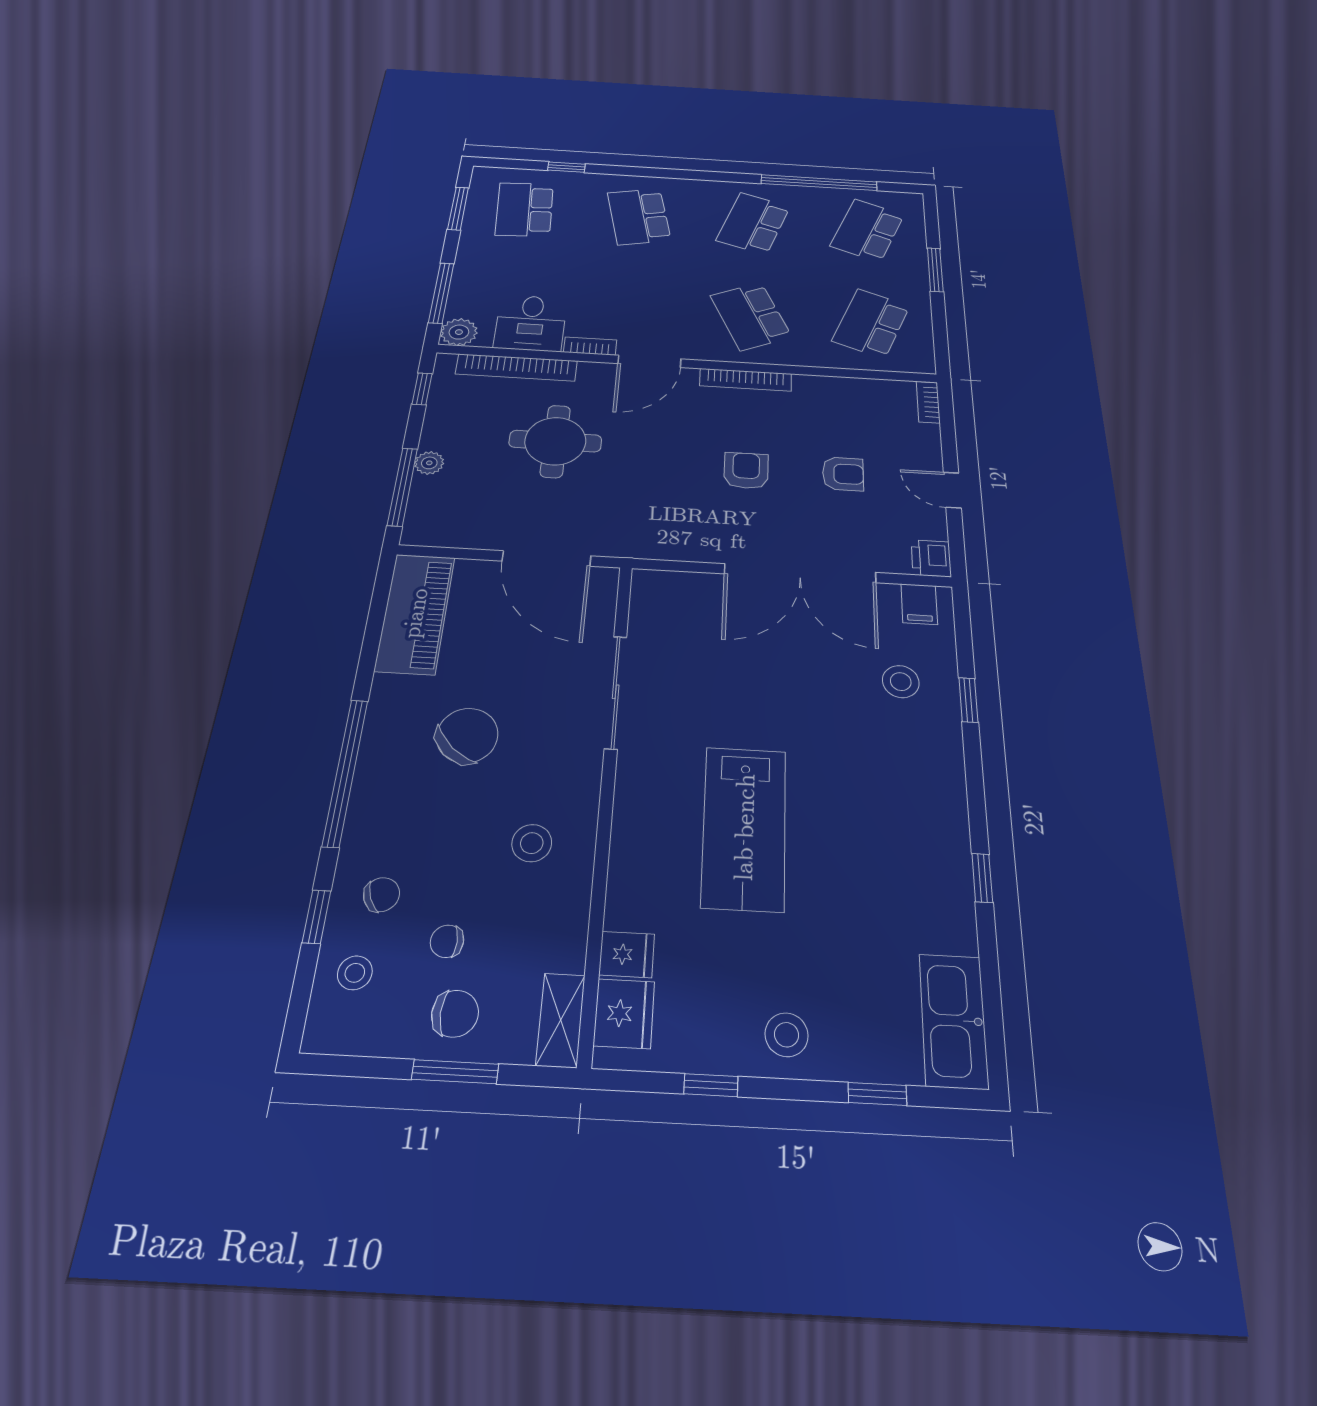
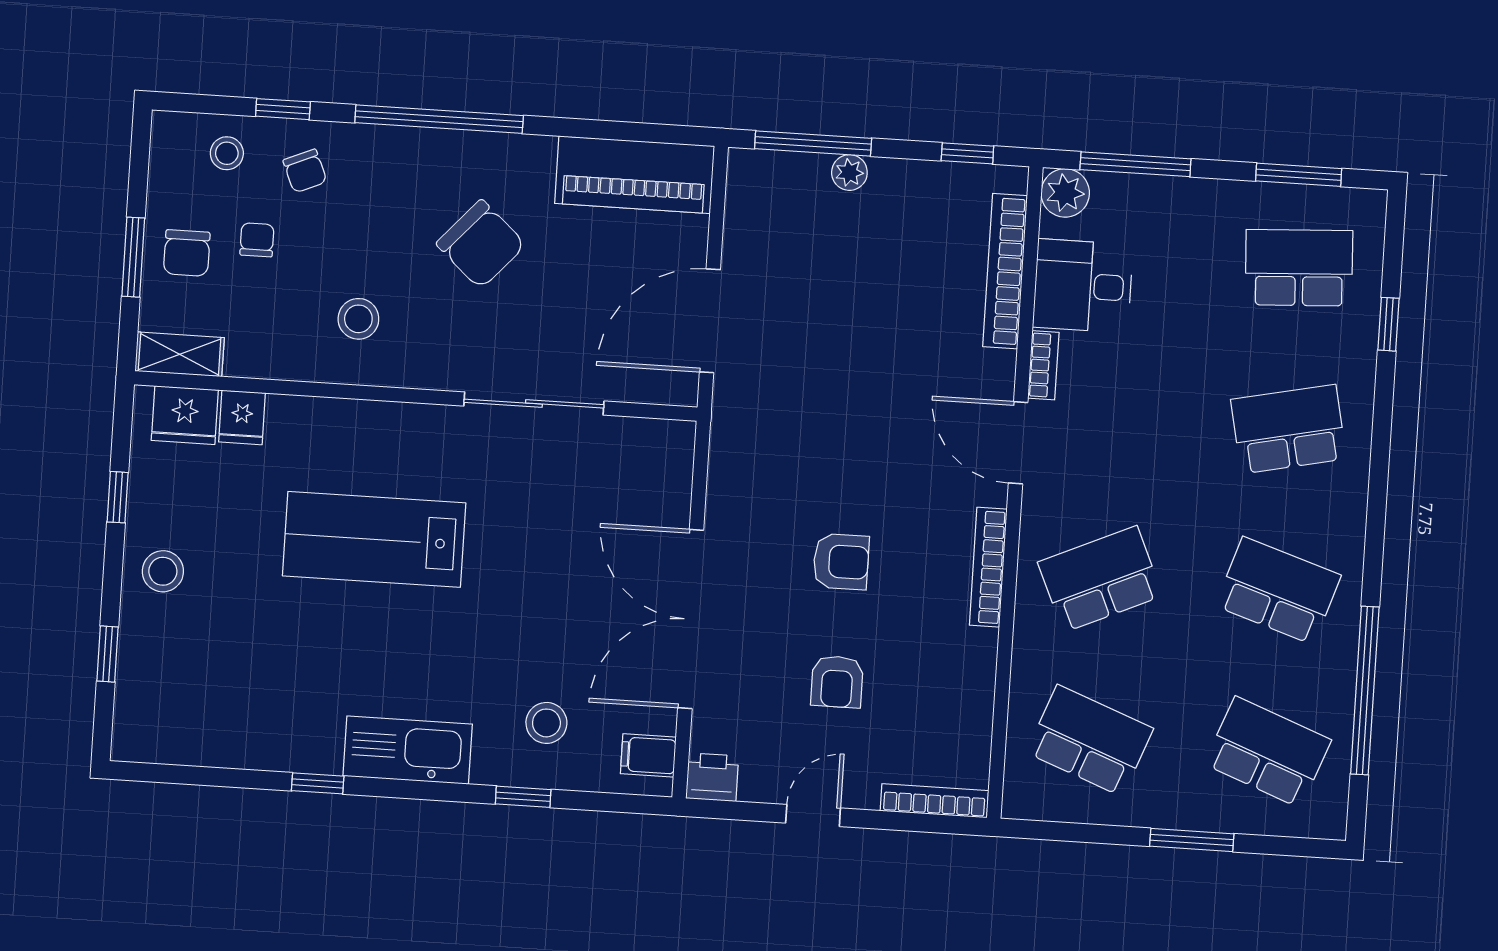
bookcase: (928, 402) -> (934, 801), width x1.56
round table: (555, 441) -> (885, 325), removed
kitchen sink: (953, 1020) -> (408, 750), moved

